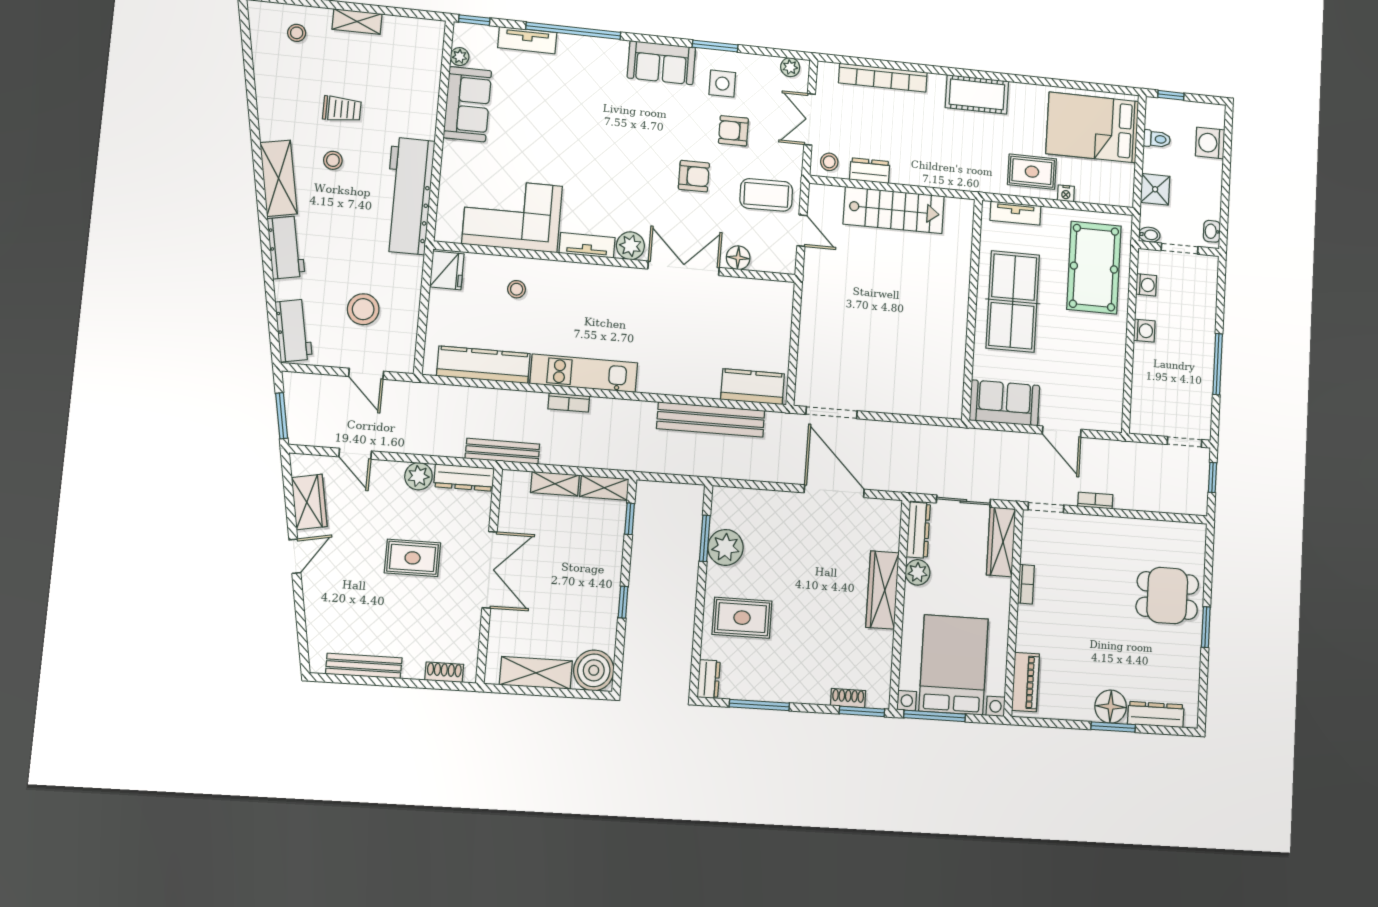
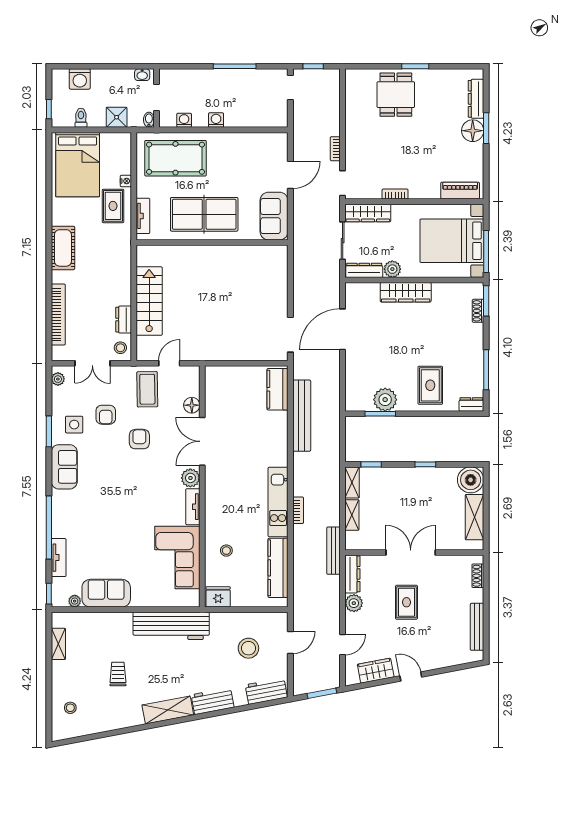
shelving: (357, 22) -> (58, 644), moved
stool: (333, 160) -> (152, 677), removed

